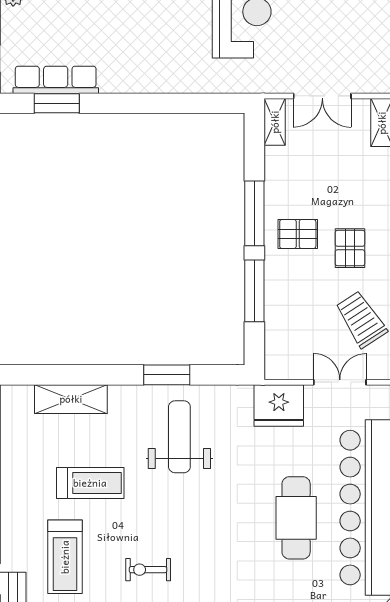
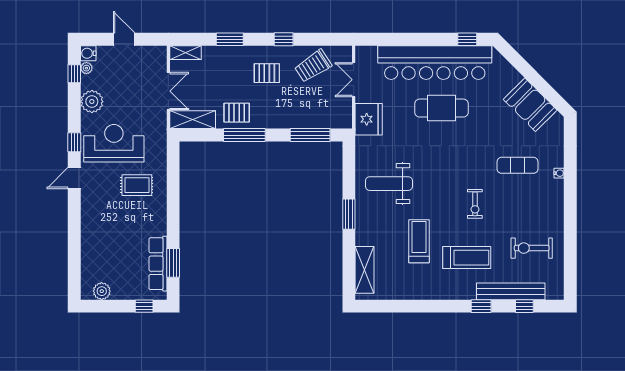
rug: (177, 47) -> (137, 185), added
shelving: (275, 122) -> (193, 120), width x1.50, depth x1.33
pallet: (298, 234) -> (237, 113), moved, turned 90
window: (254, 291) -> (310, 135), moved
window: (167, 375) -> (349, 214), moved
shelving: (71, 399) -> (365, 270), moved

